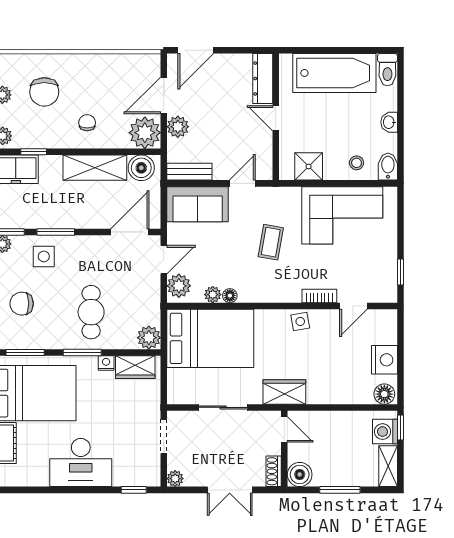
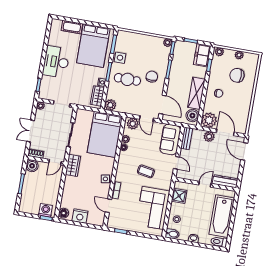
side table: (44, 256) -> (120, 58), moved
chair: (22, 304) -> (152, 77), moved
shelving: (388, 466) -> (29, 209), removed

